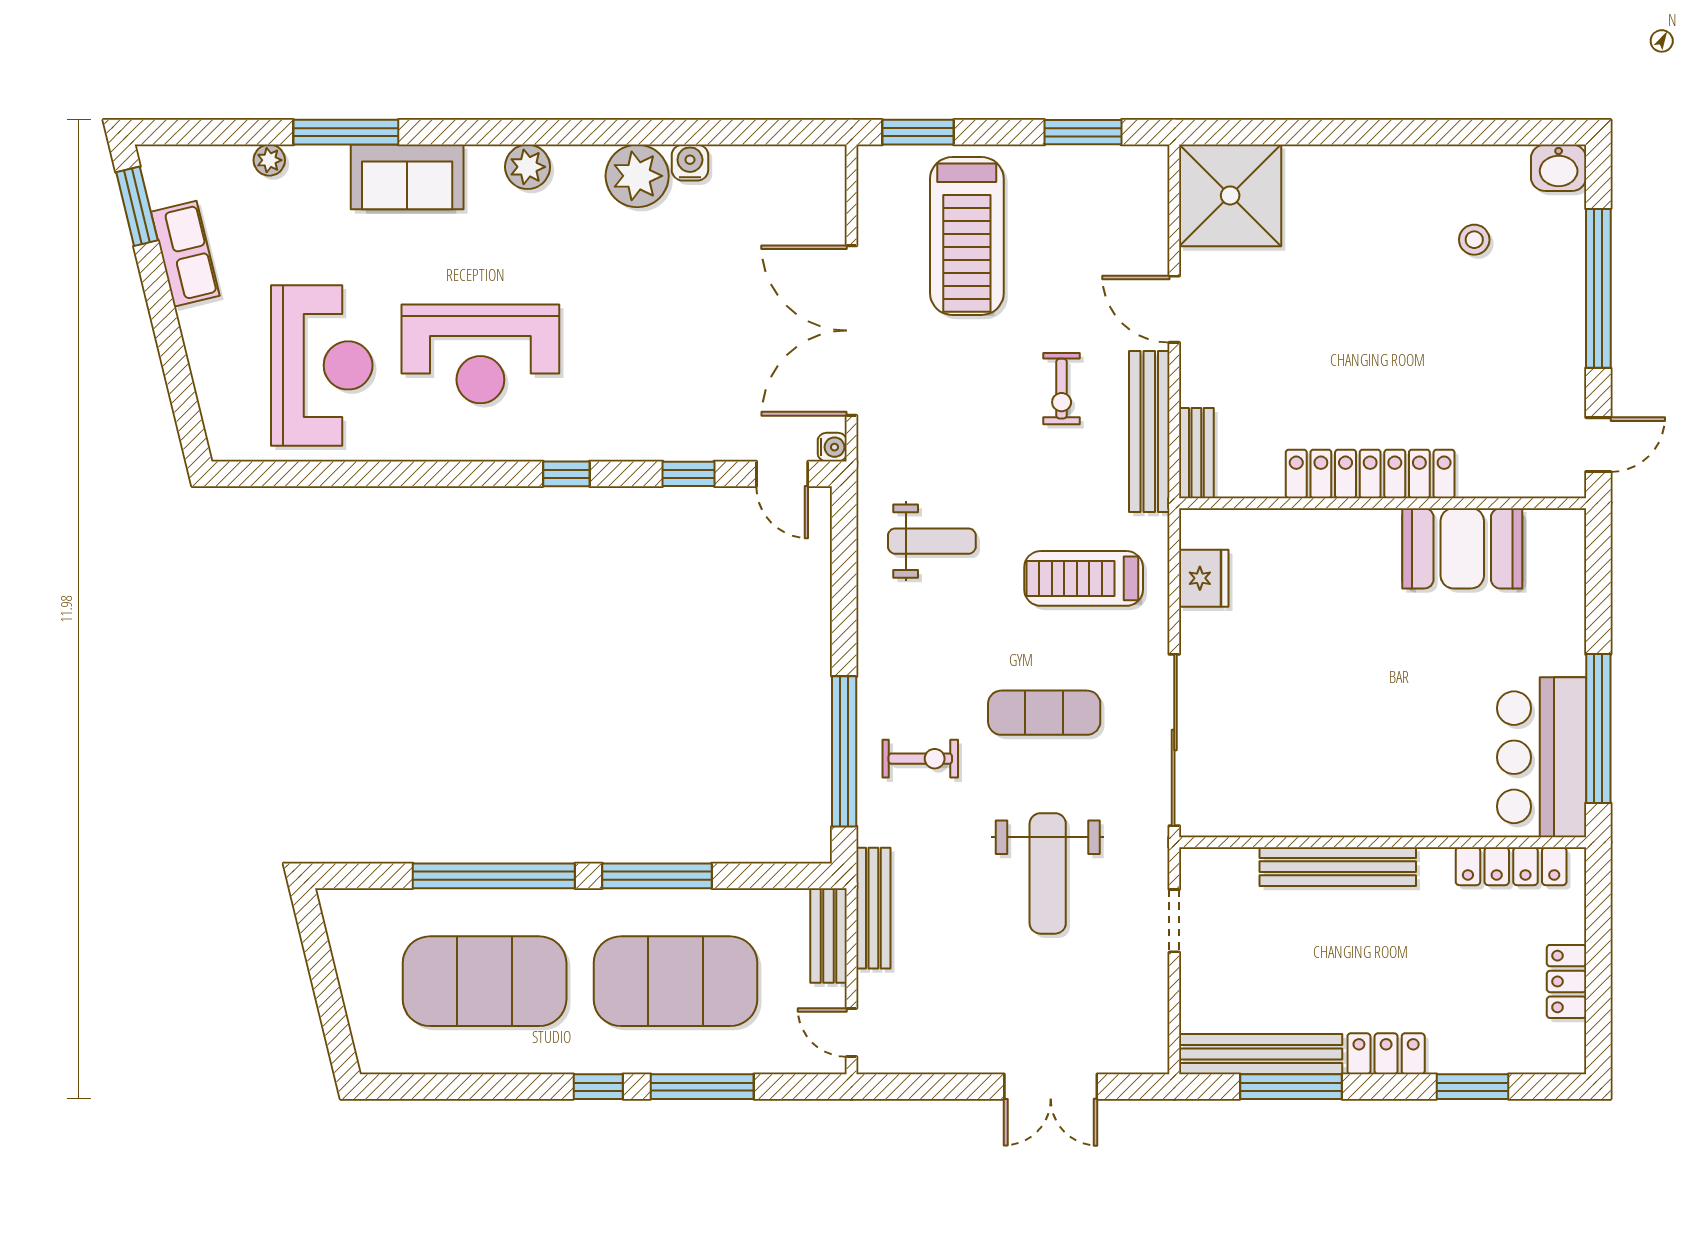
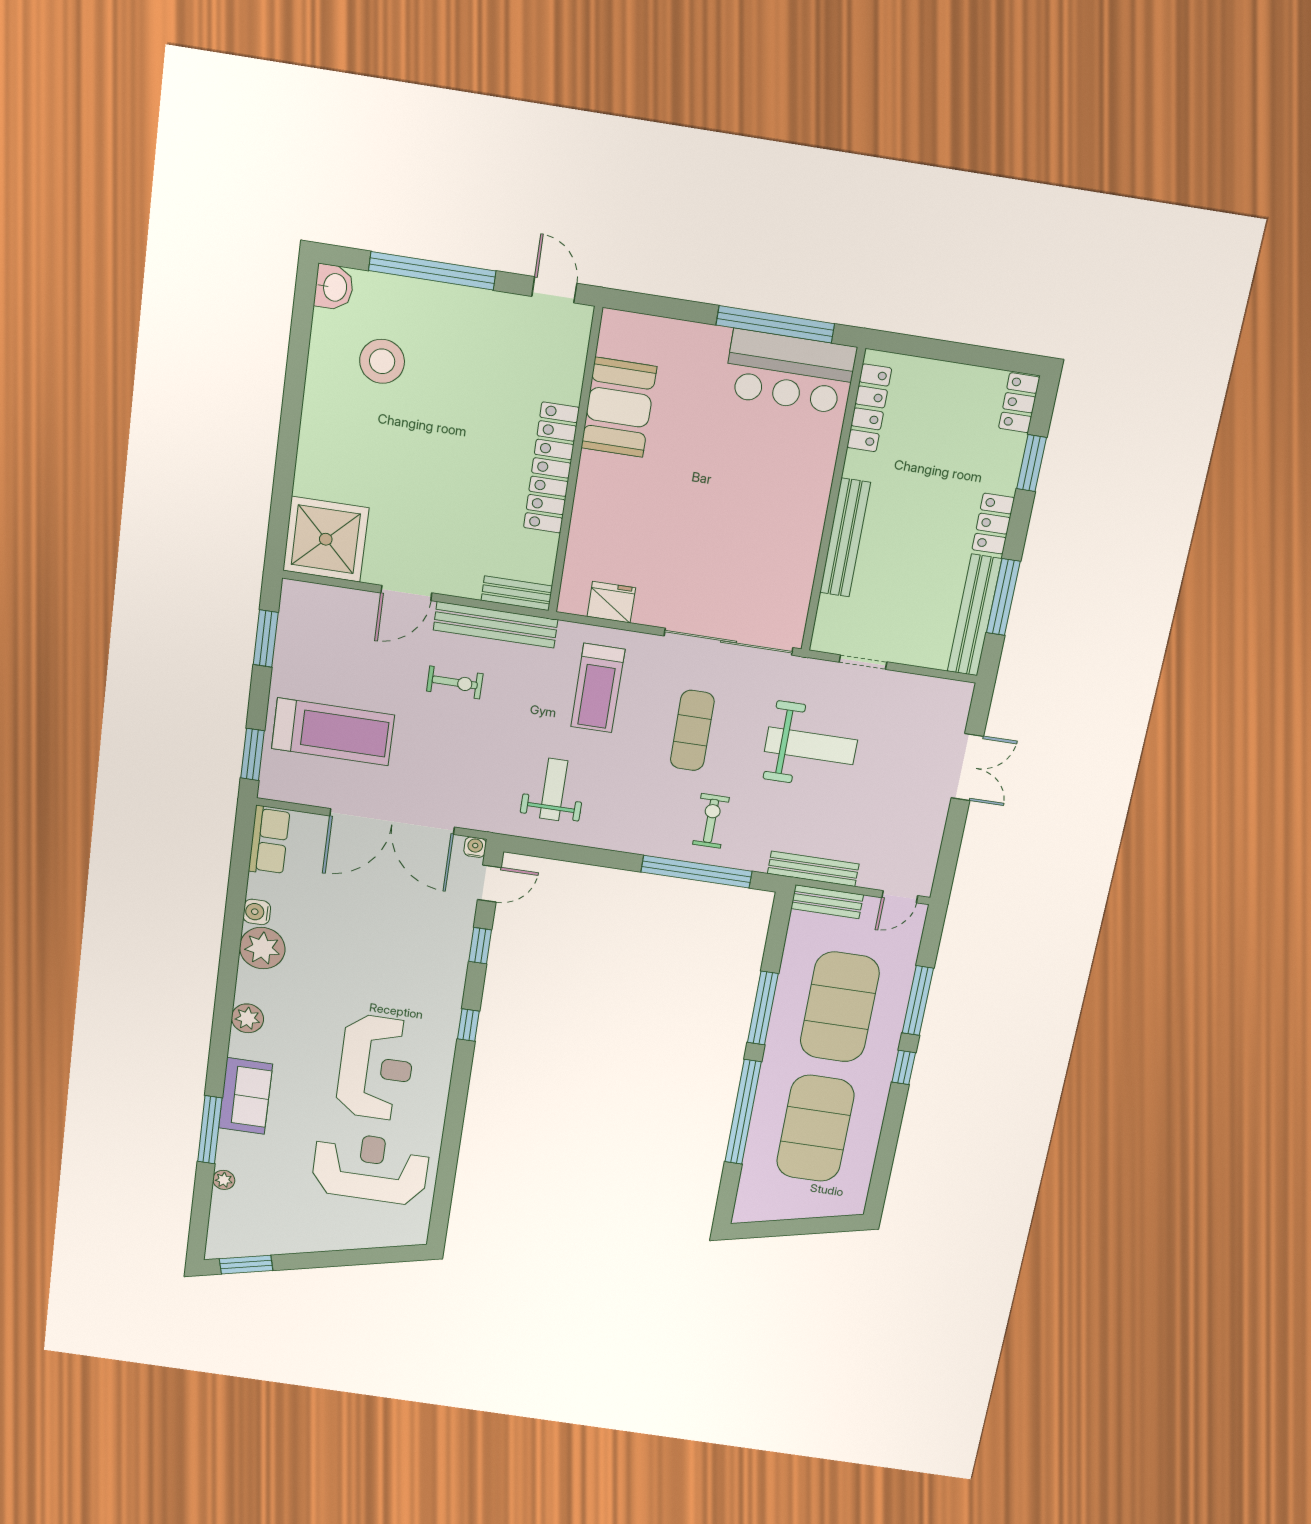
stool: (1474, 240) -> (382, 361), width x1.89, depth x1.89
row of seats: (185, 254) -> (269, 841), moved, turned 104
locker: (1566, 981) -> (1019, 403), moved, turned 90

